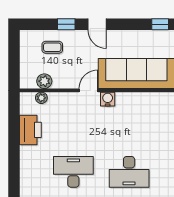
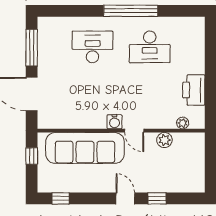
coffee table: (52, 47) -> (171, 175), removed
plant: (44, 81) -> (164, 140), moved
door: (88, 90) -> (134, 131), hinge flipped

